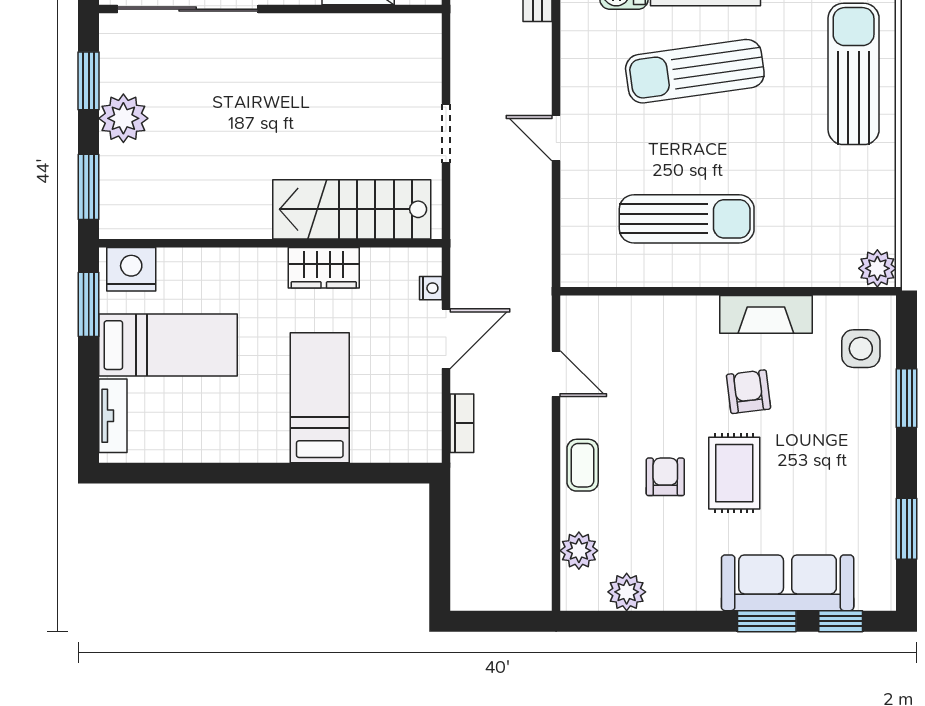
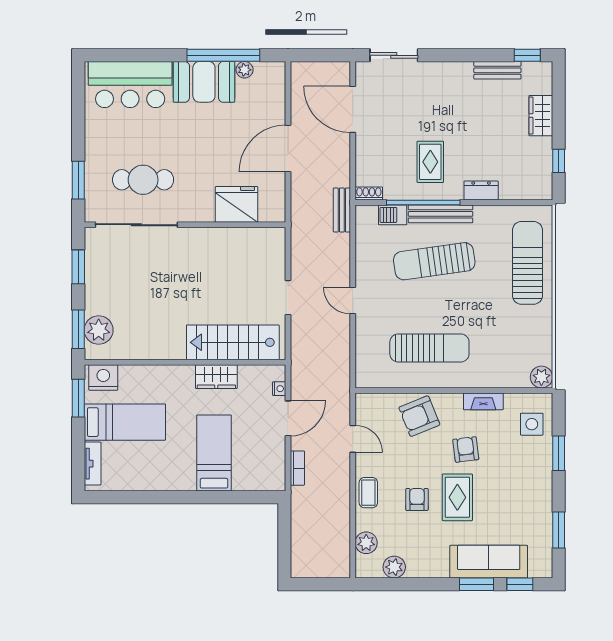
plant: (123, 118) -> (99, 330), moved
fireplace: (766, 314) -> (483, 401), width x0.73, depth x0.76
armchair: (669, 335) -> (419, 416), added

